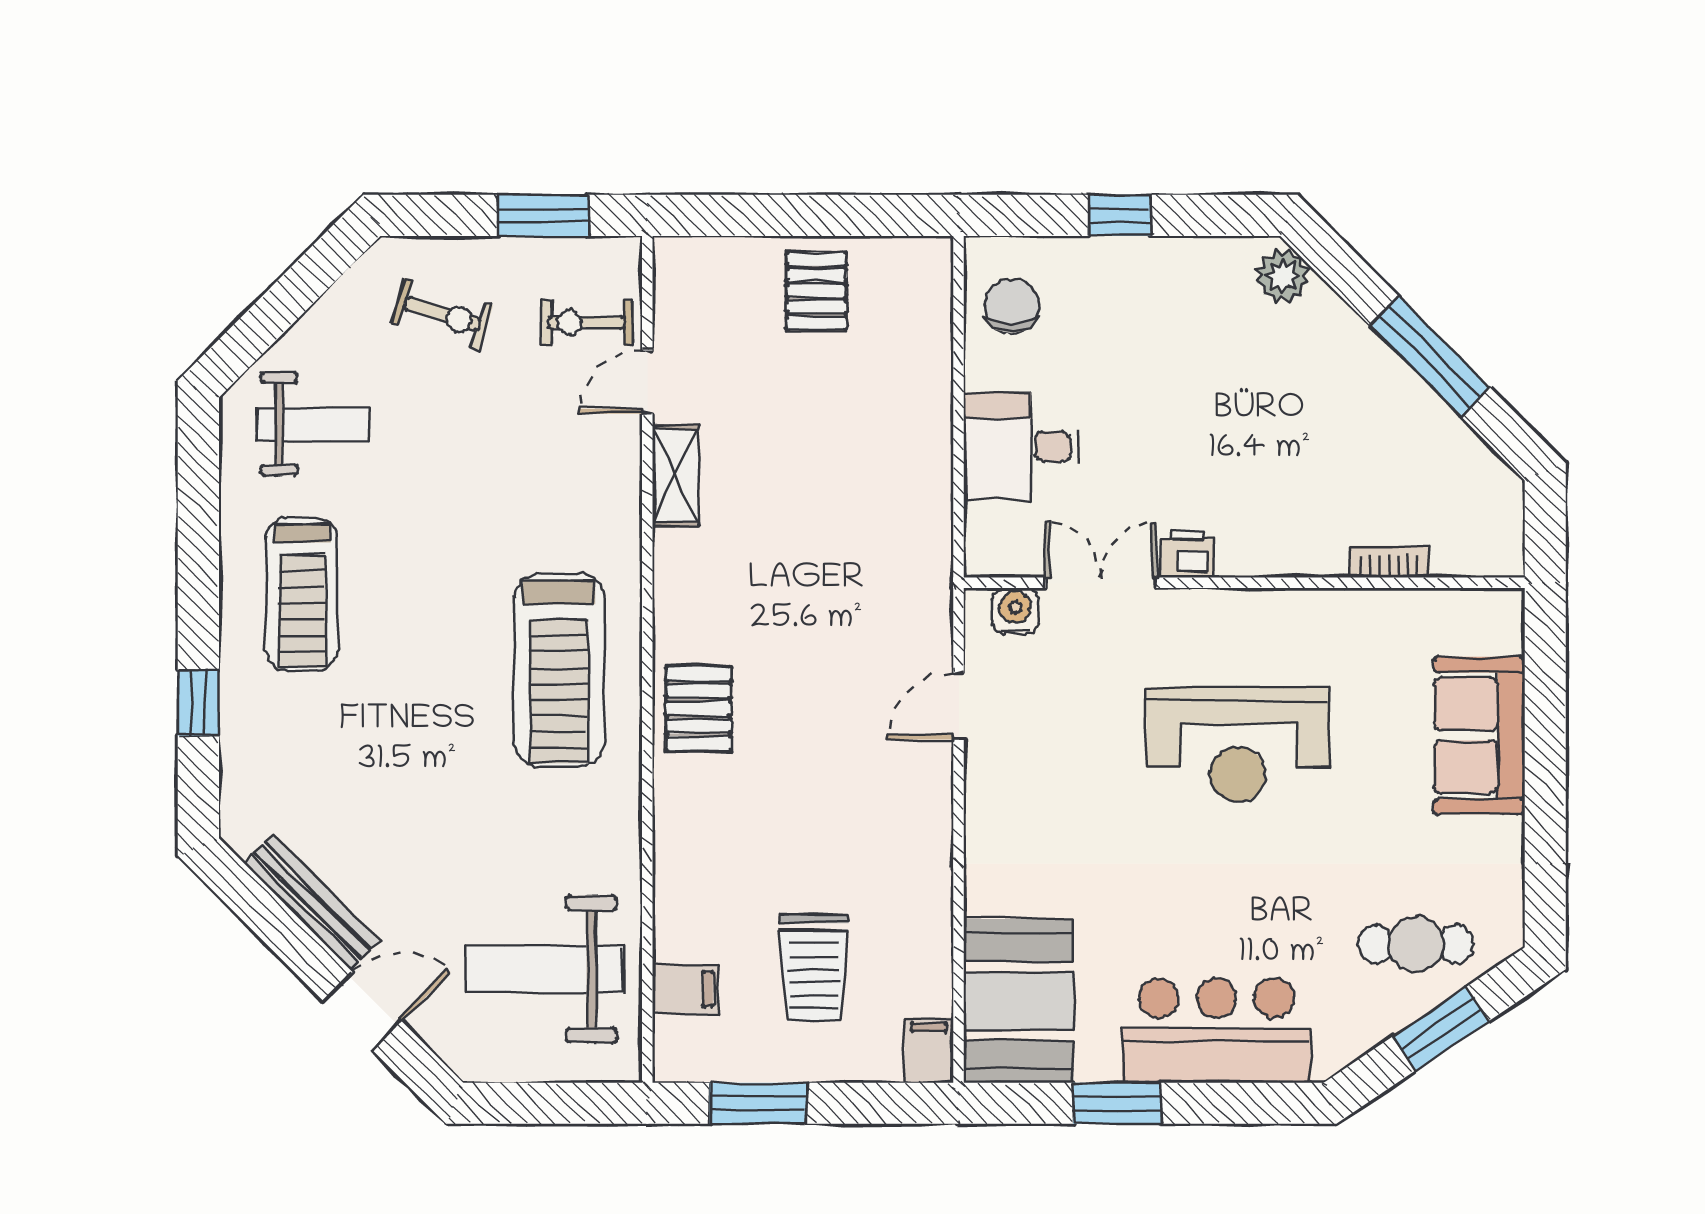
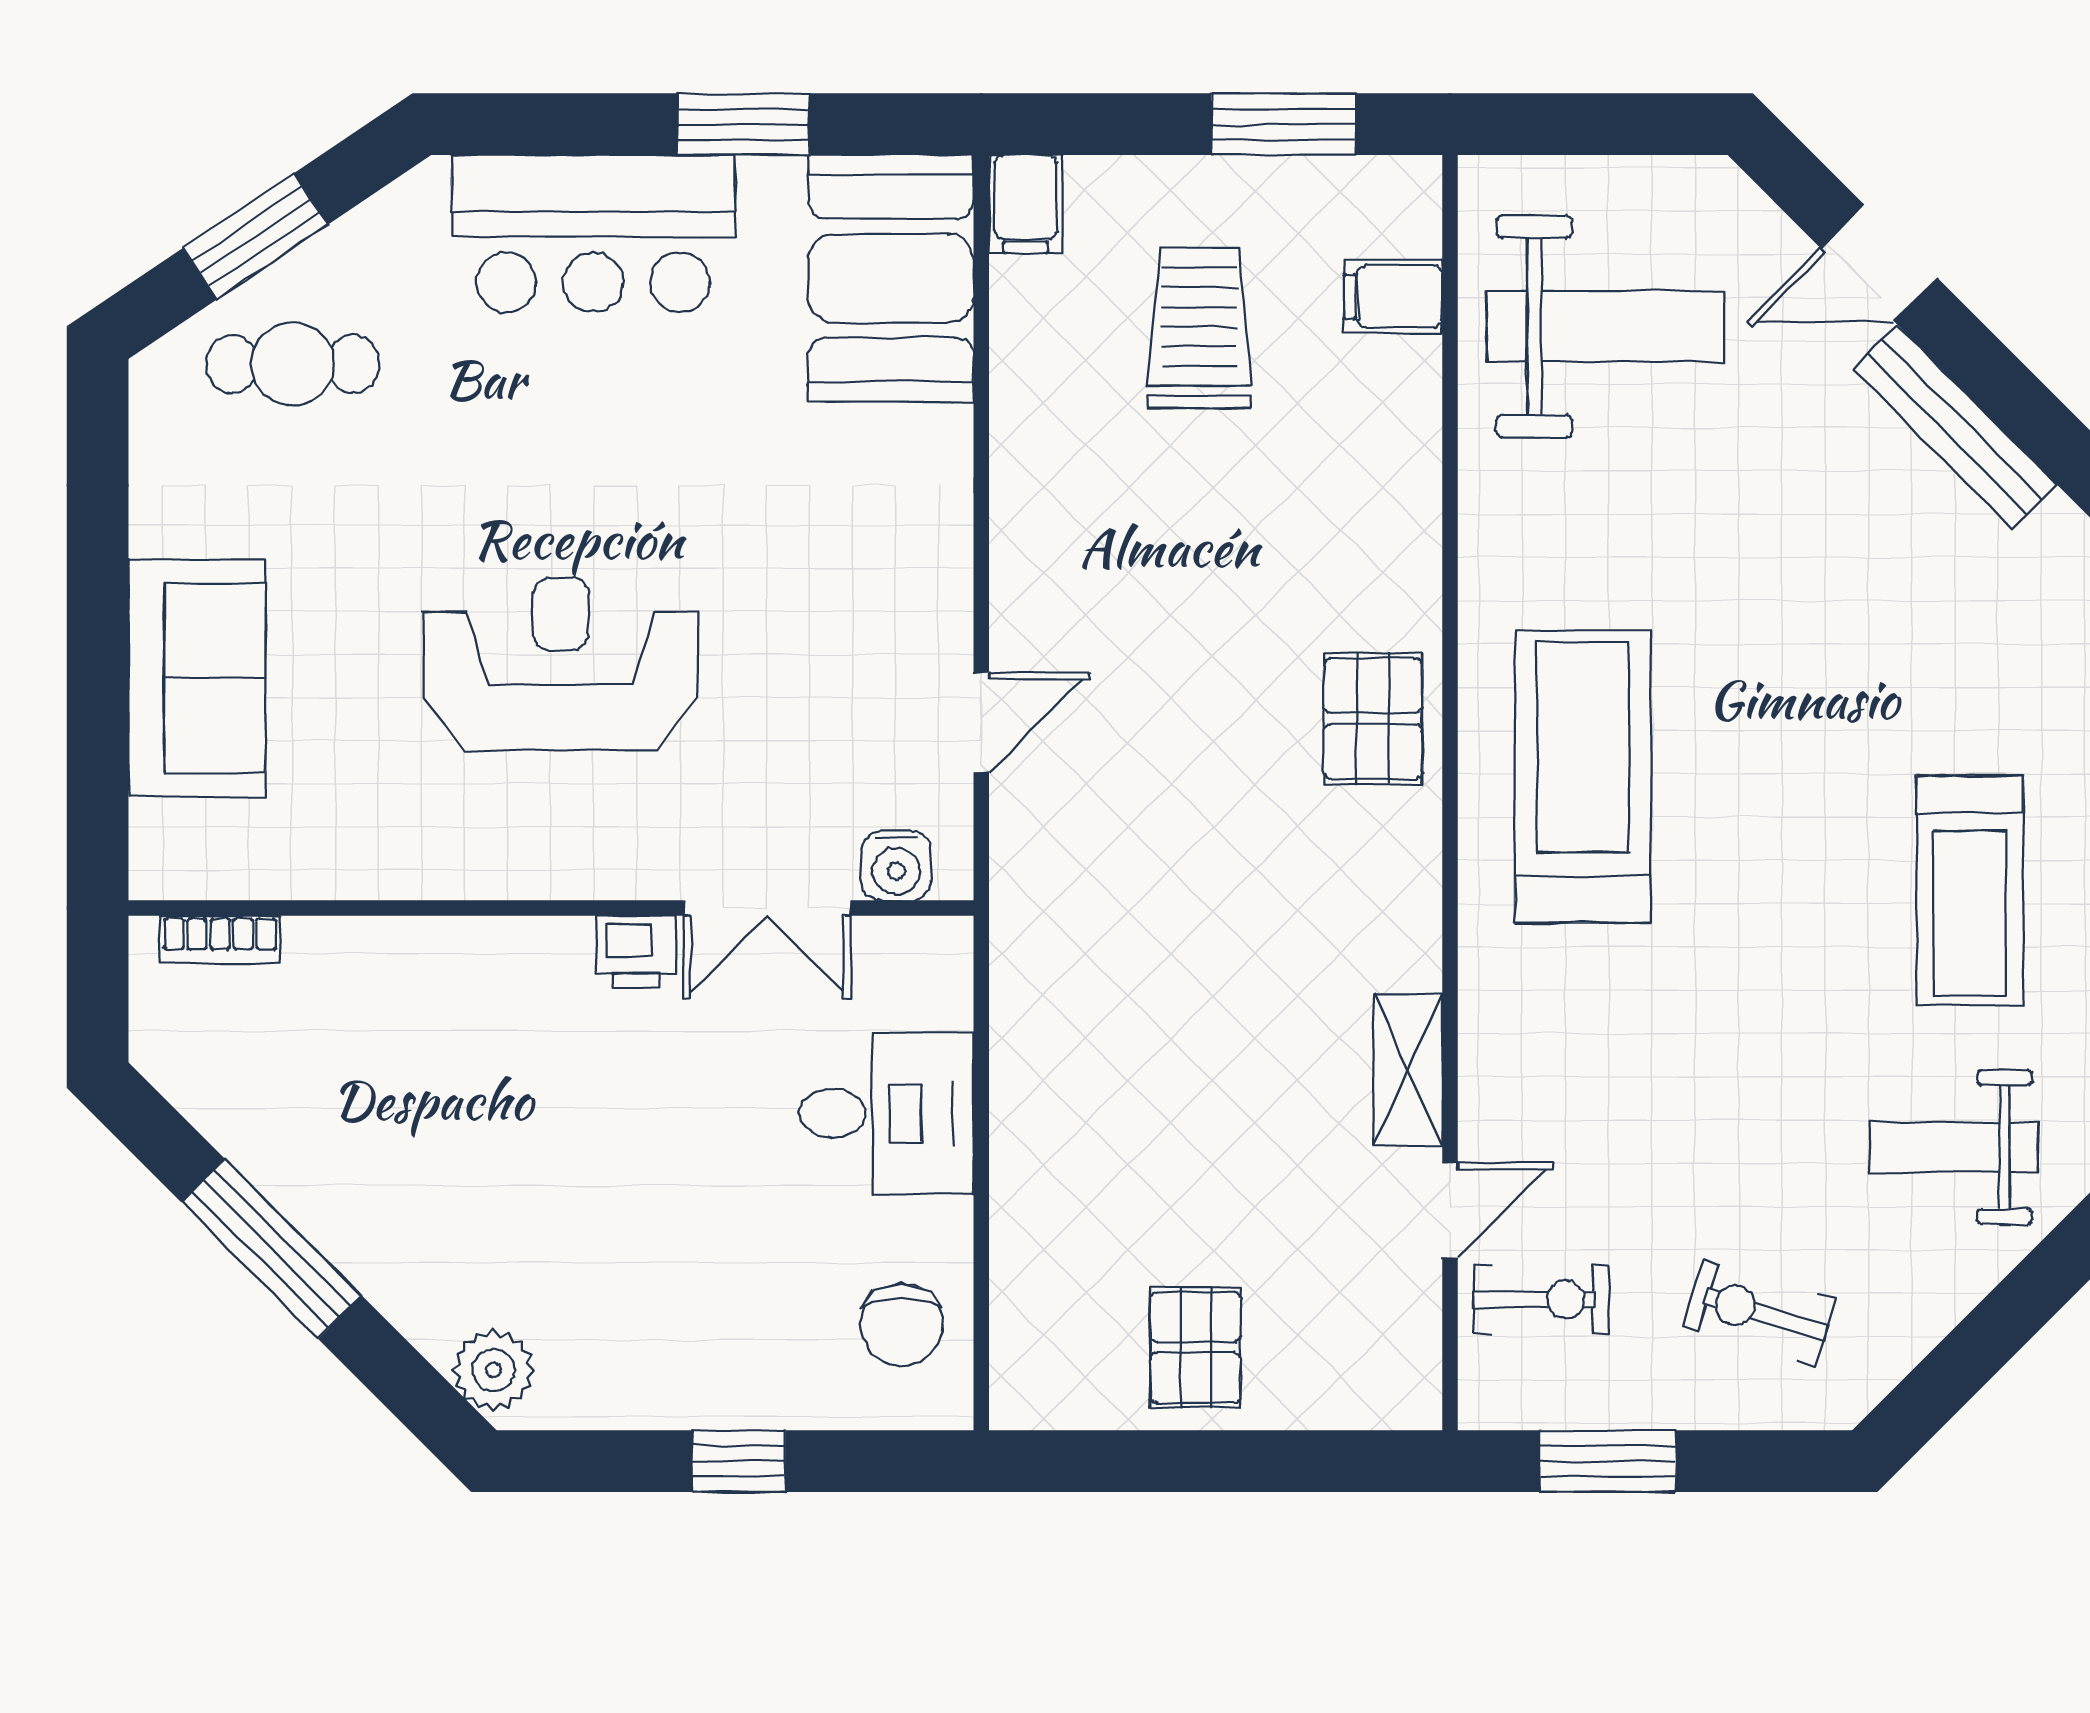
bookcase: (1390, 562) -> (220, 940), moved
treadmill: (302, 594) -> (1970, 891), turned 180

